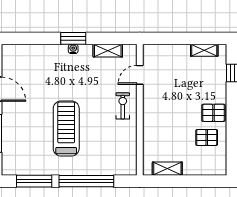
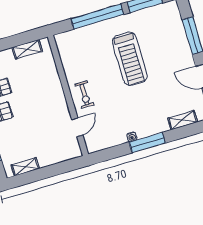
window: (73, 38) -> (147, 143), width x1.44
water cooler: (73, 49) -> (132, 137), moved
shelving: (108, 51) -> (183, 120), moved

